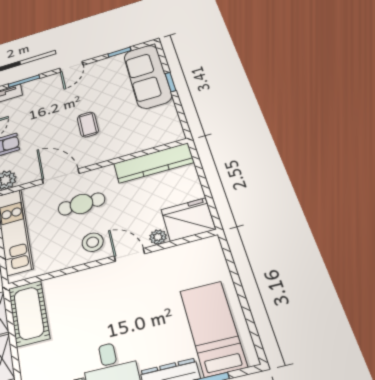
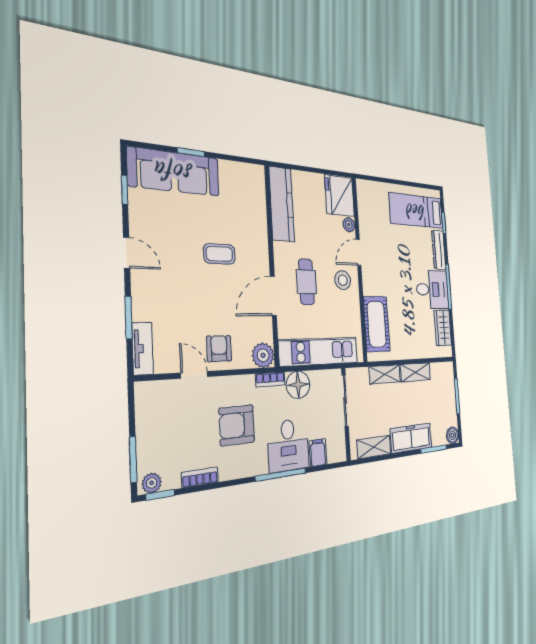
cot: (29, 313) -> (377, 324), moved, turned 90

